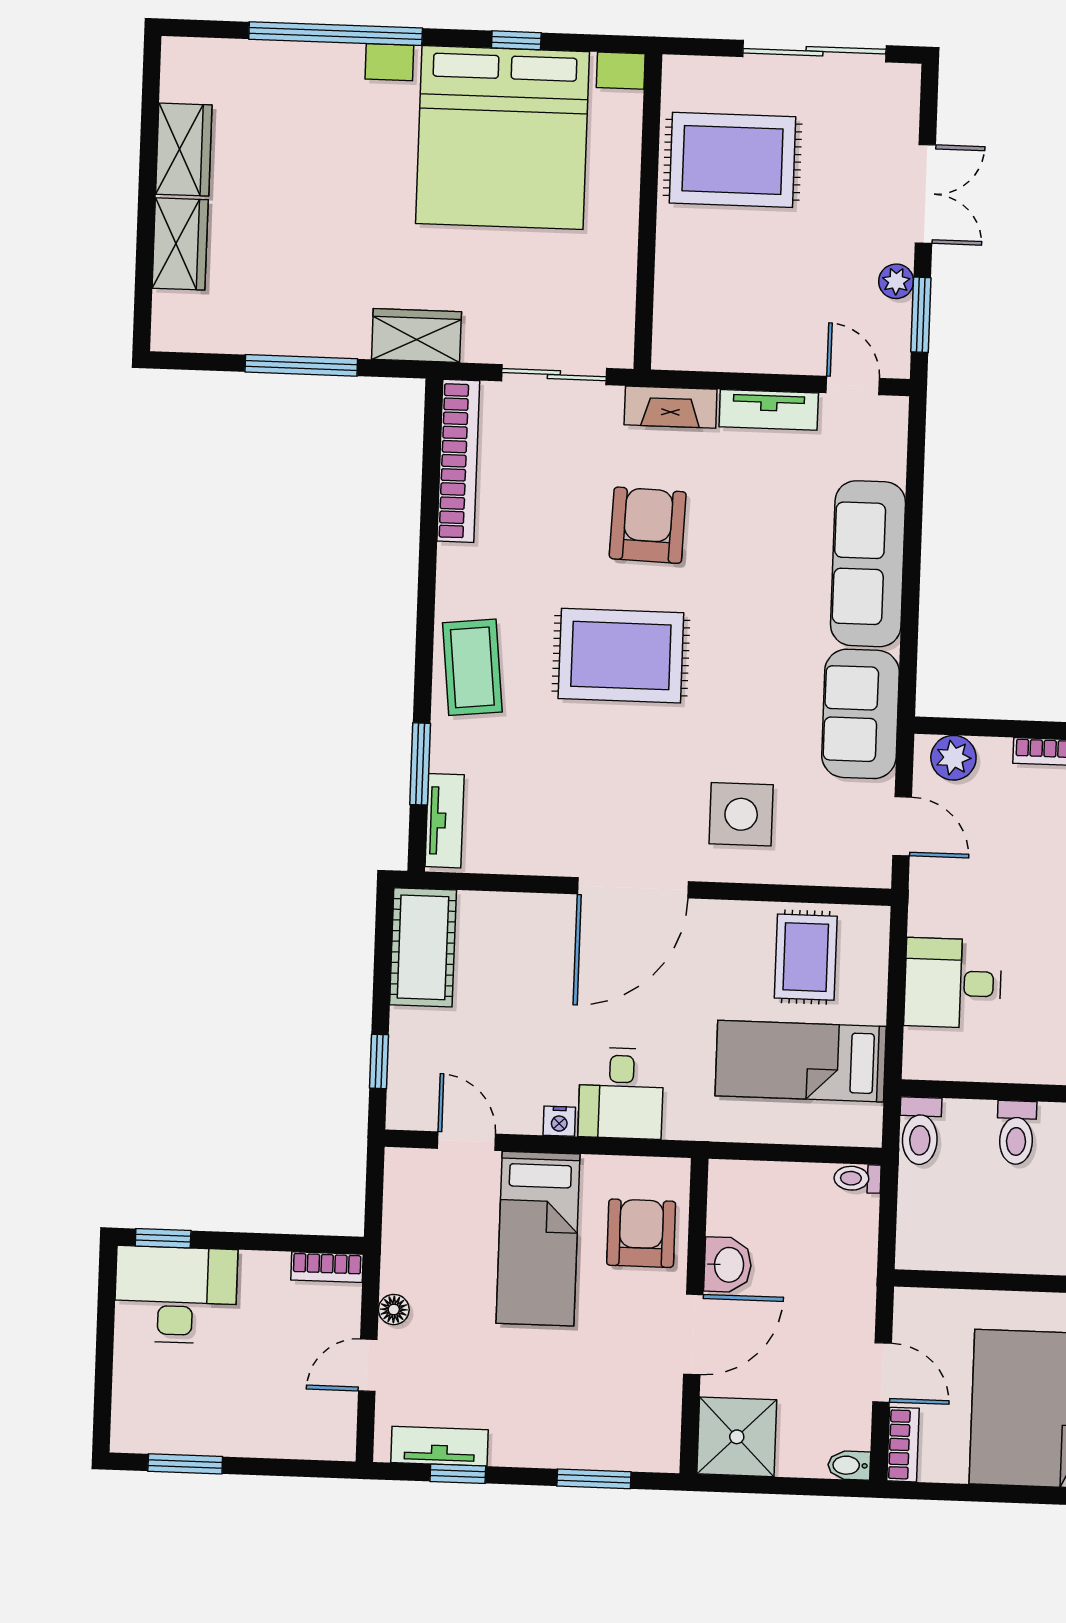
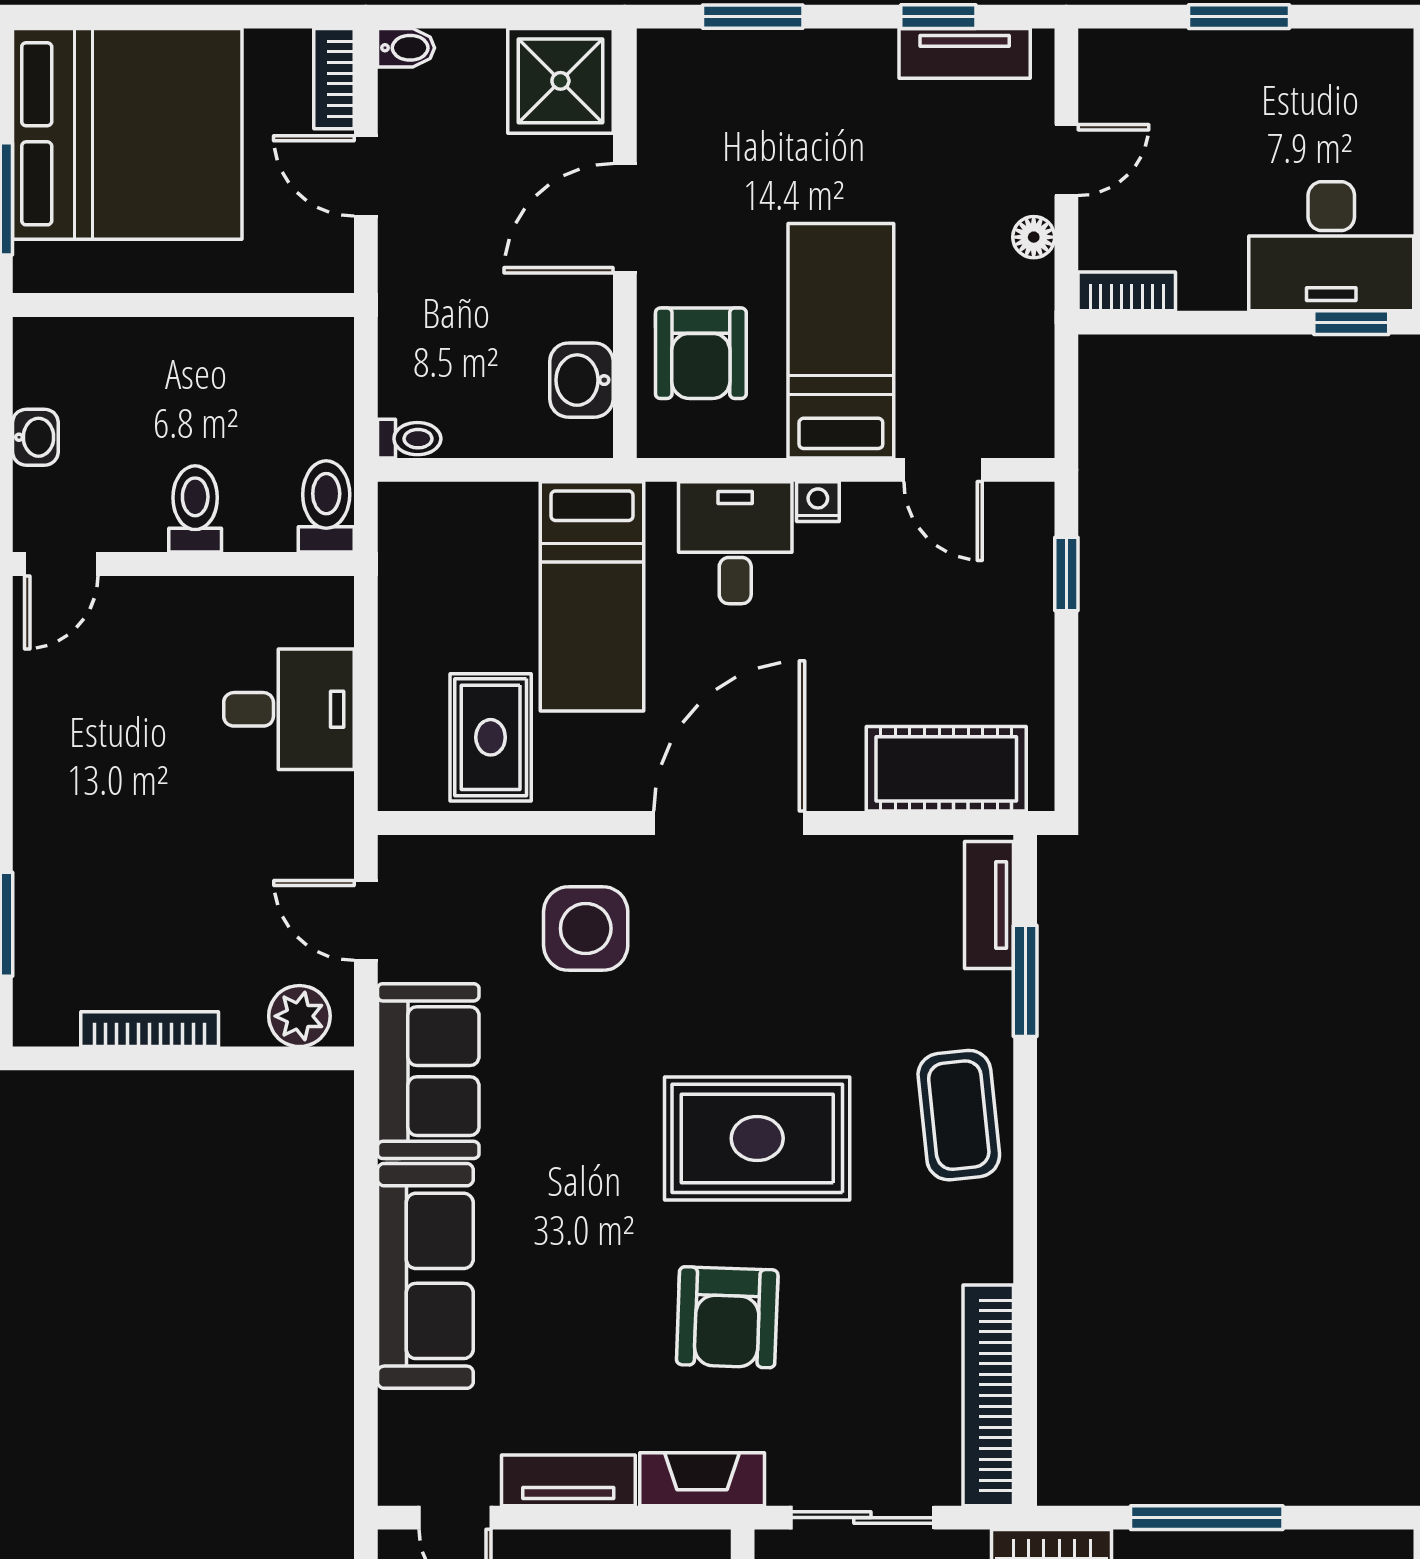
cot: (423, 947) -> (946, 769), moved, turned 90
bed: (801, 1061) -> (592, 596), moved, turned 90
washbasin: (728, 1265) -> (581, 380), moved
window: (185, 1464) -> (1239, 17), moved

